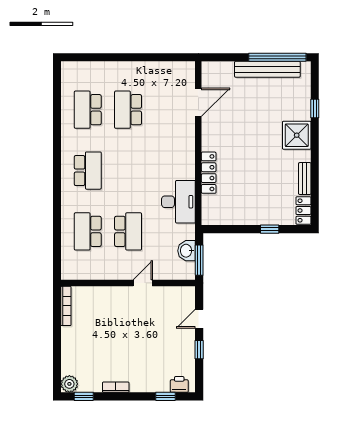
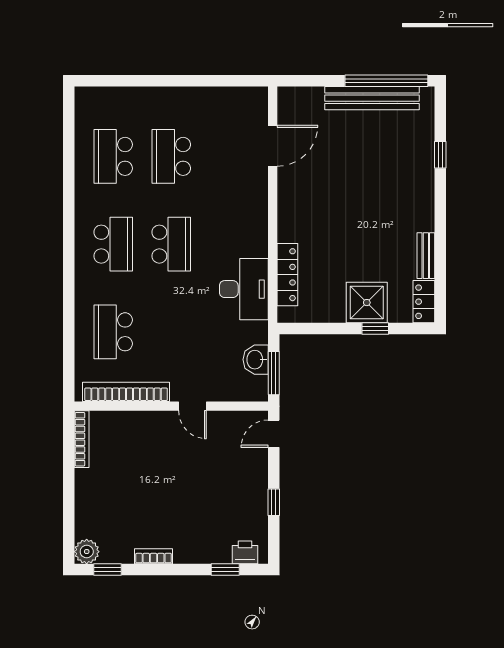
shower: (297, 135) -> (367, 303), moved
locker: (209, 173) -> (287, 275), moved
school desk: (128, 231) -> (171, 244), moved
bookcase: (97, 273) -> (126, 392), added
door: (143, 283) -> (192, 406), swing flipped
door: (199, 319) -> (274, 434), moved

